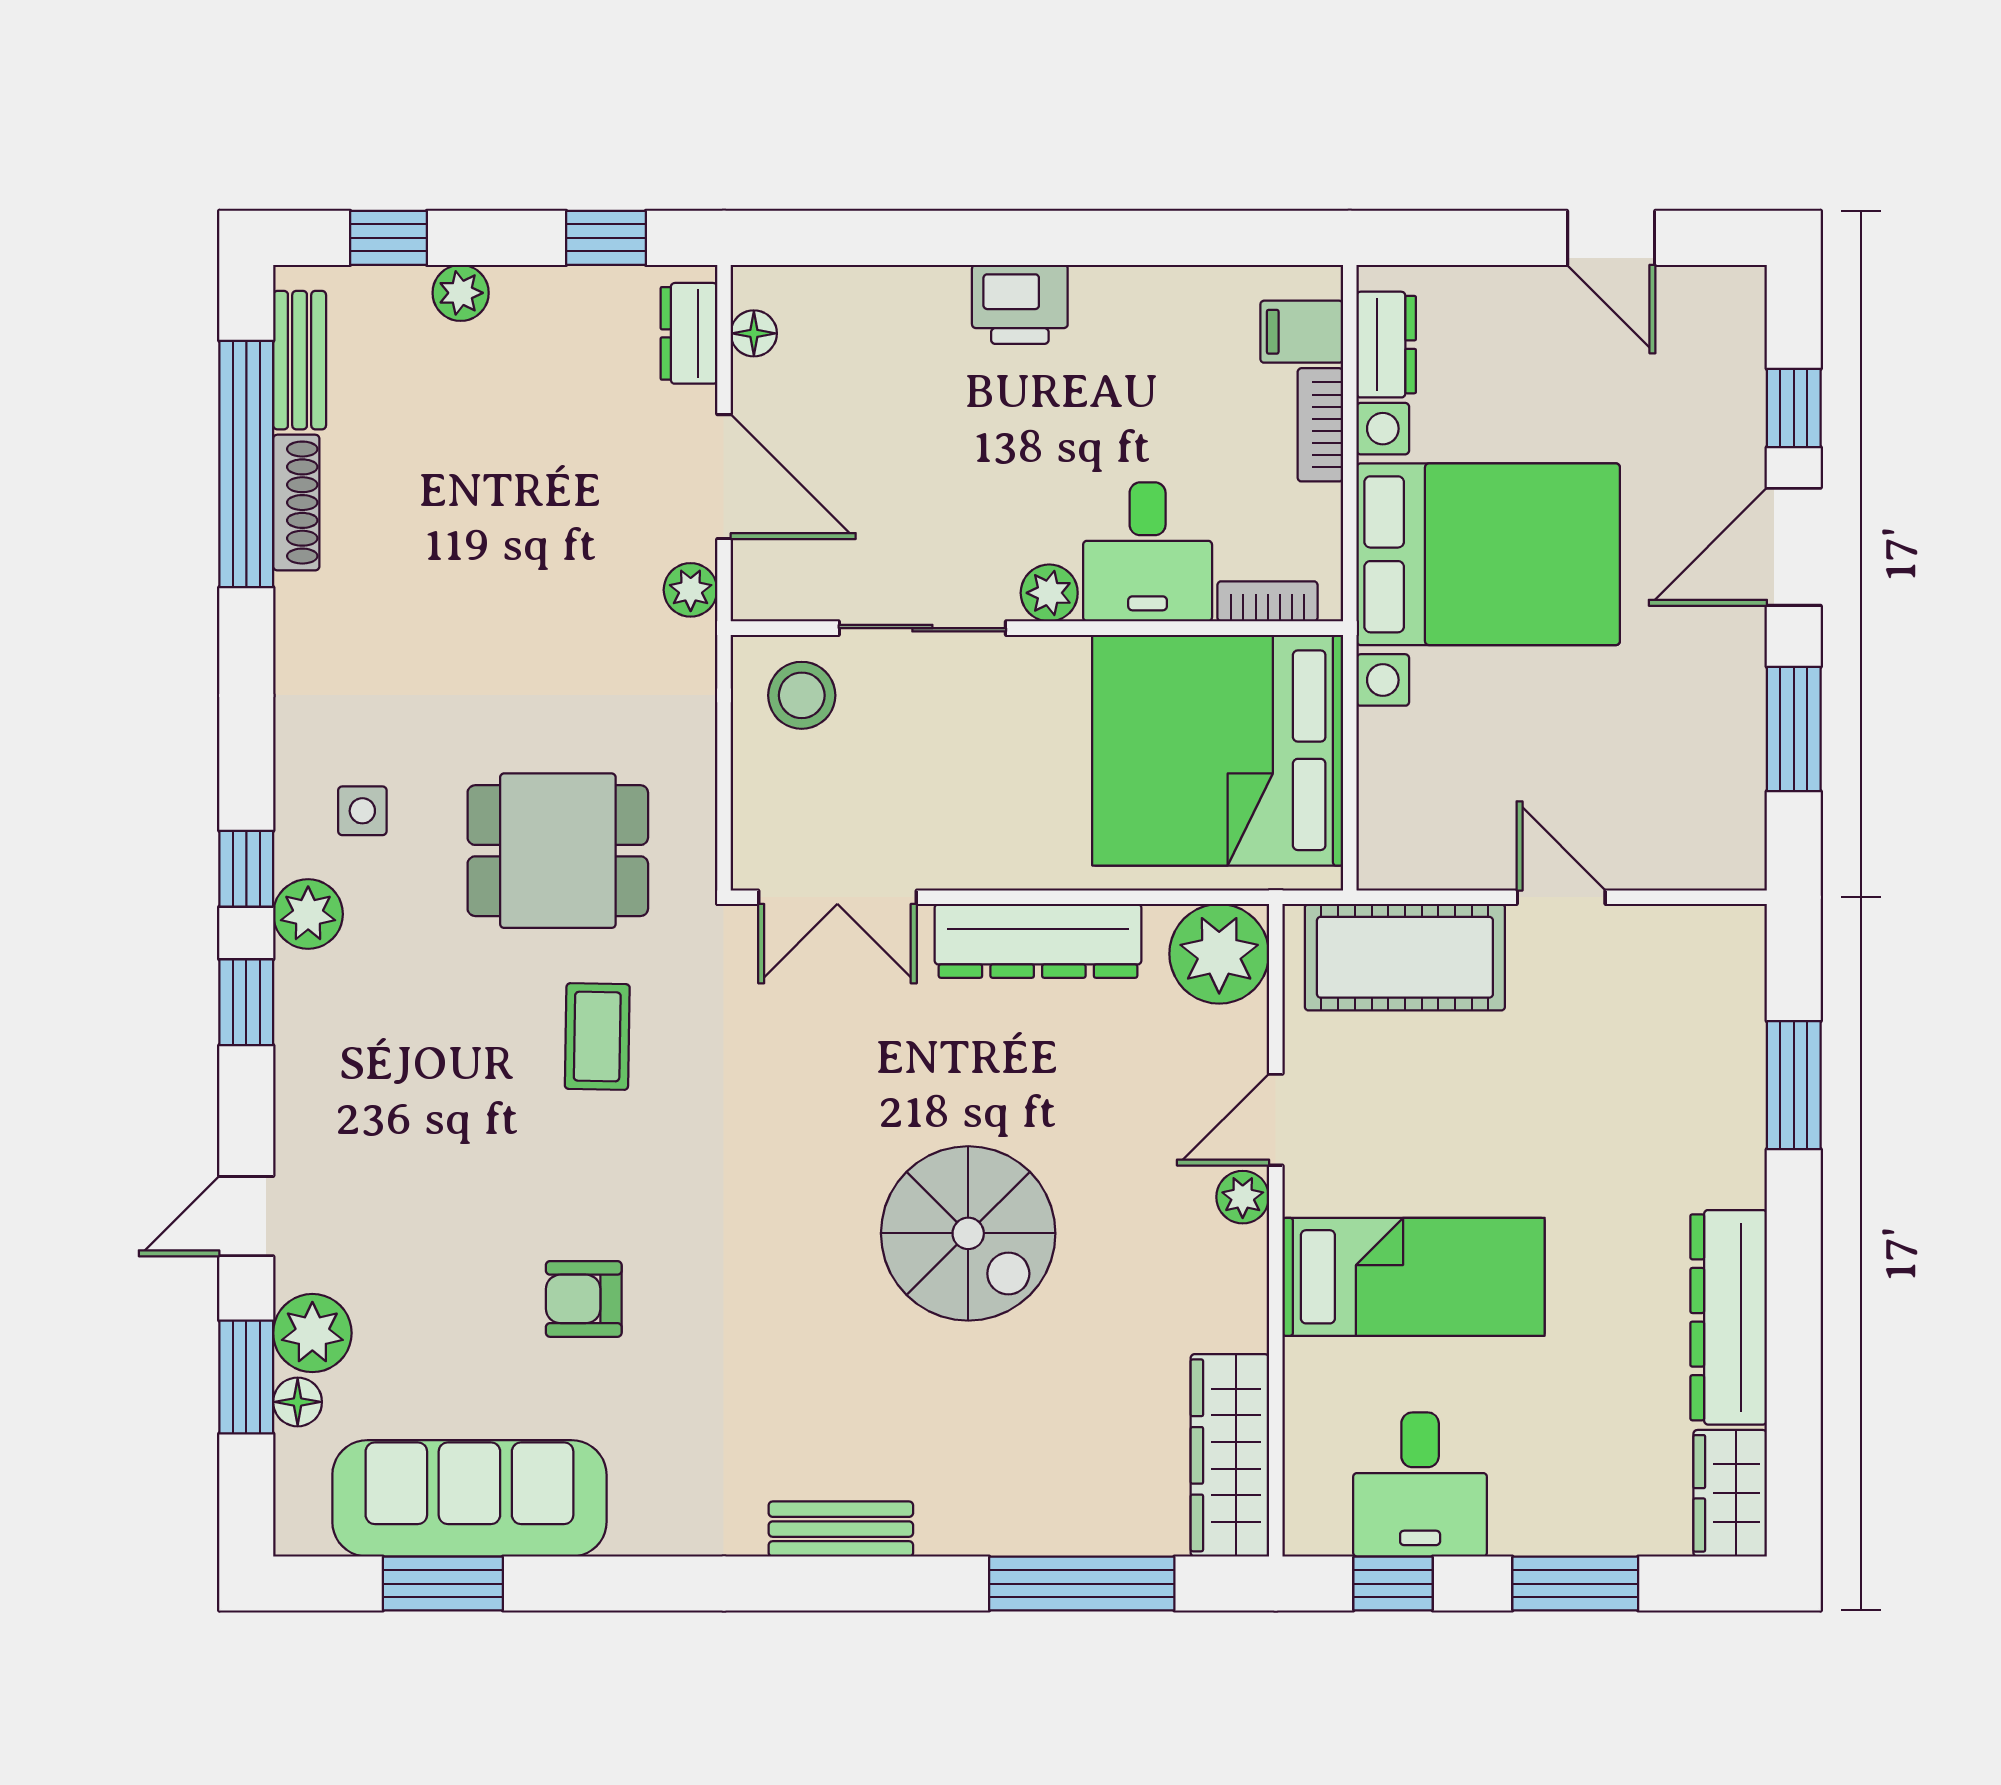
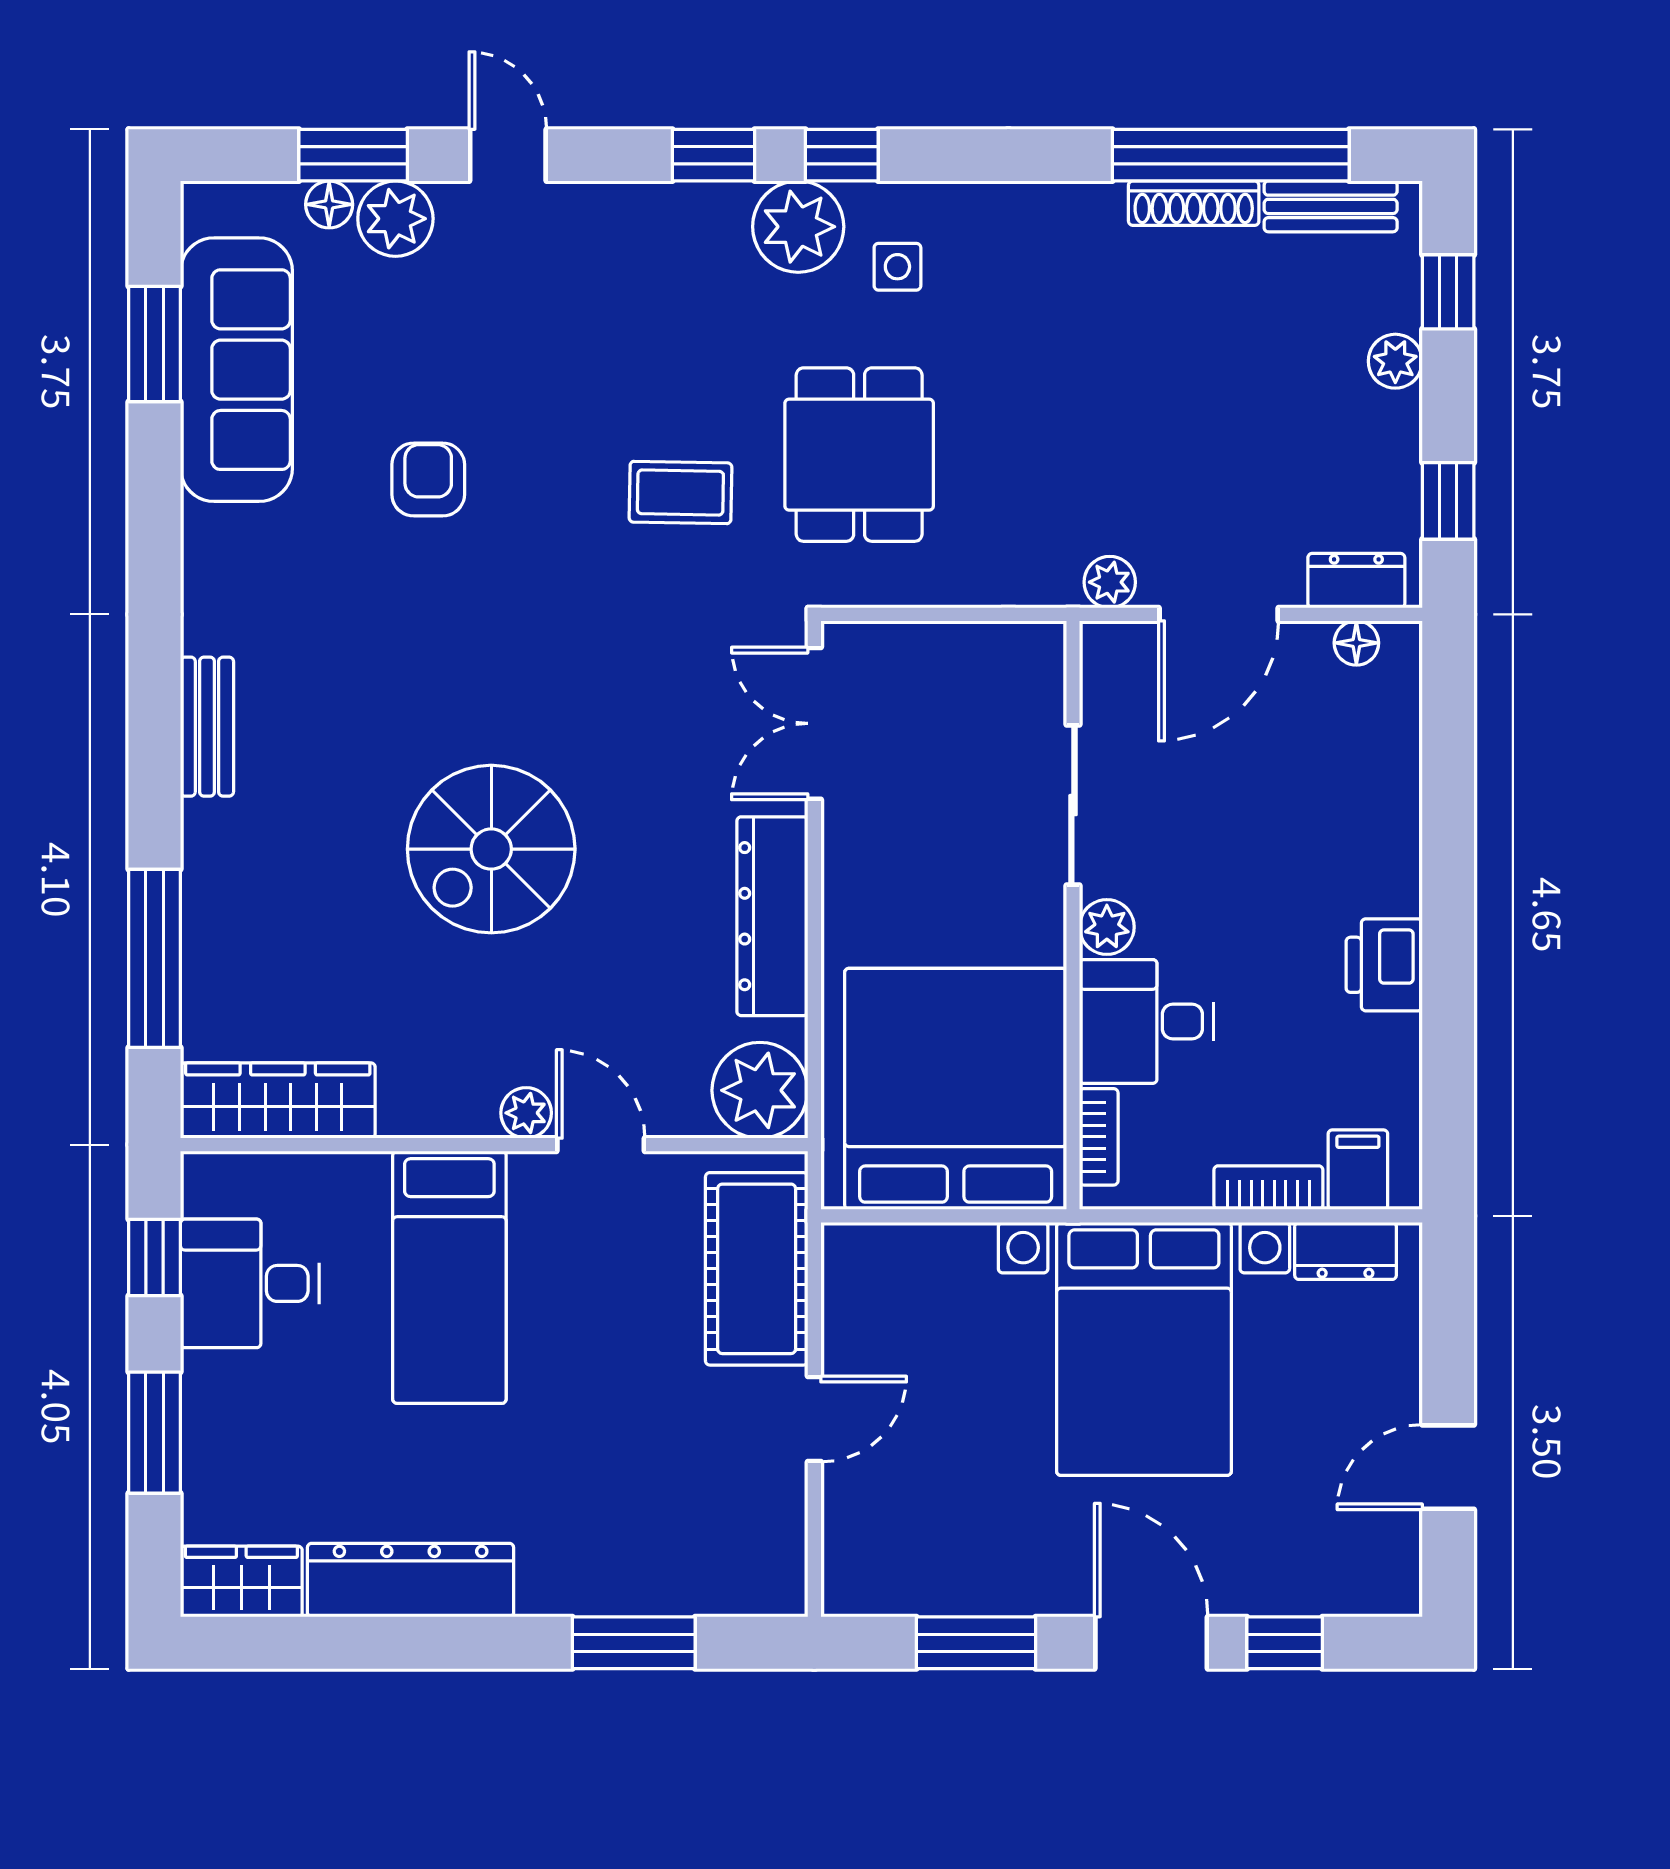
printer: (1020, 304) -> (1384, 965), moved
stool: (802, 695) -> (1008, 689), removed
plant: (308, 914) -> (798, 227), width x1.36, depth x1.36

